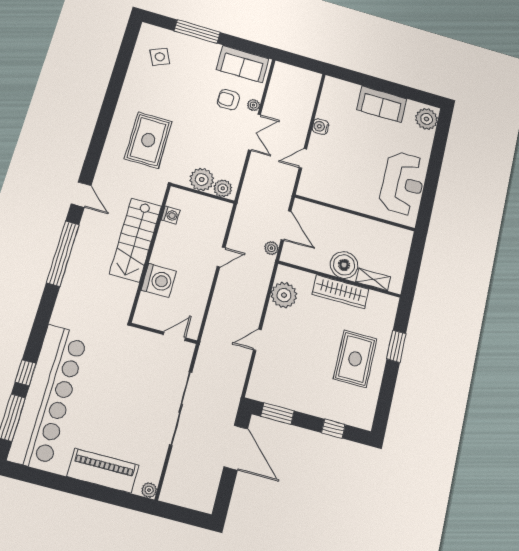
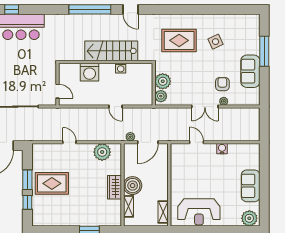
side table: (160, 57) -> (216, 42), moved
sofa: (243, 64) -> (250, 71), moved
door: (81, 195) -> (131, 9), hinge flipped
washing machine: (171, 215) -> (121, 68), moved
shelving: (392, 233) -> (163, 212), added
wardrobe: (340, 292) -> (114, 187), width x0.67
rug: (355, 359) -> (52, 183), moved
window: (277, 414) -> (27, 180), moved

